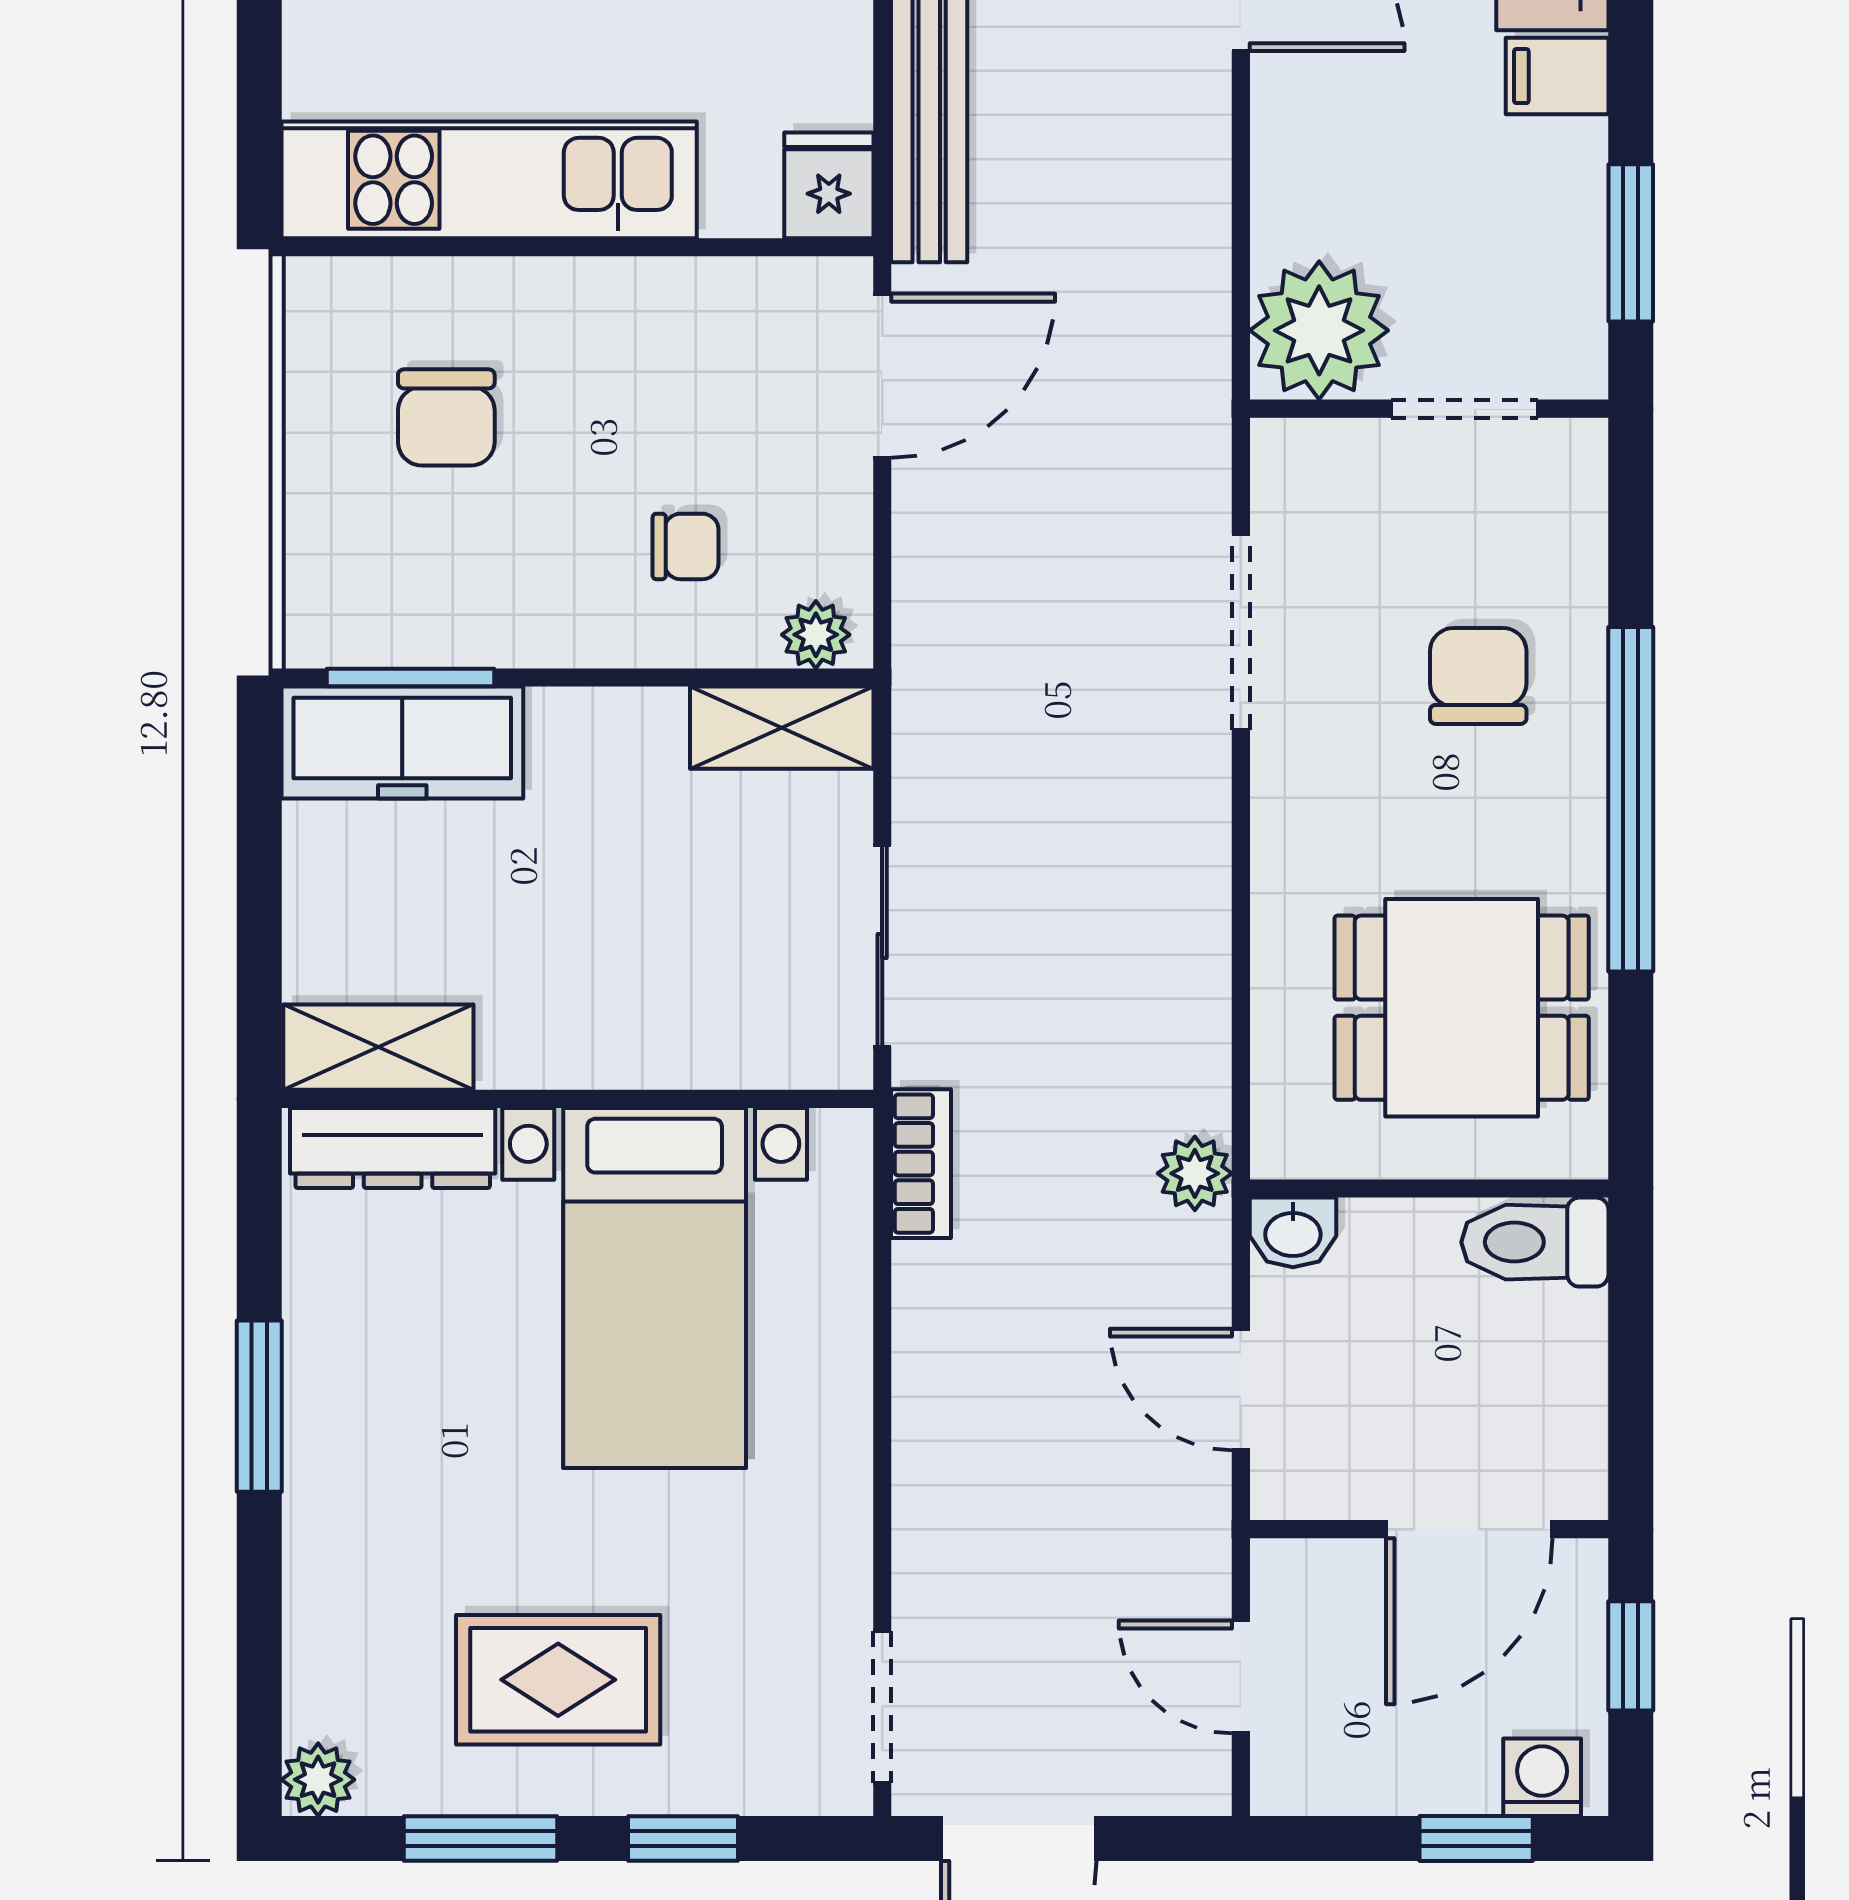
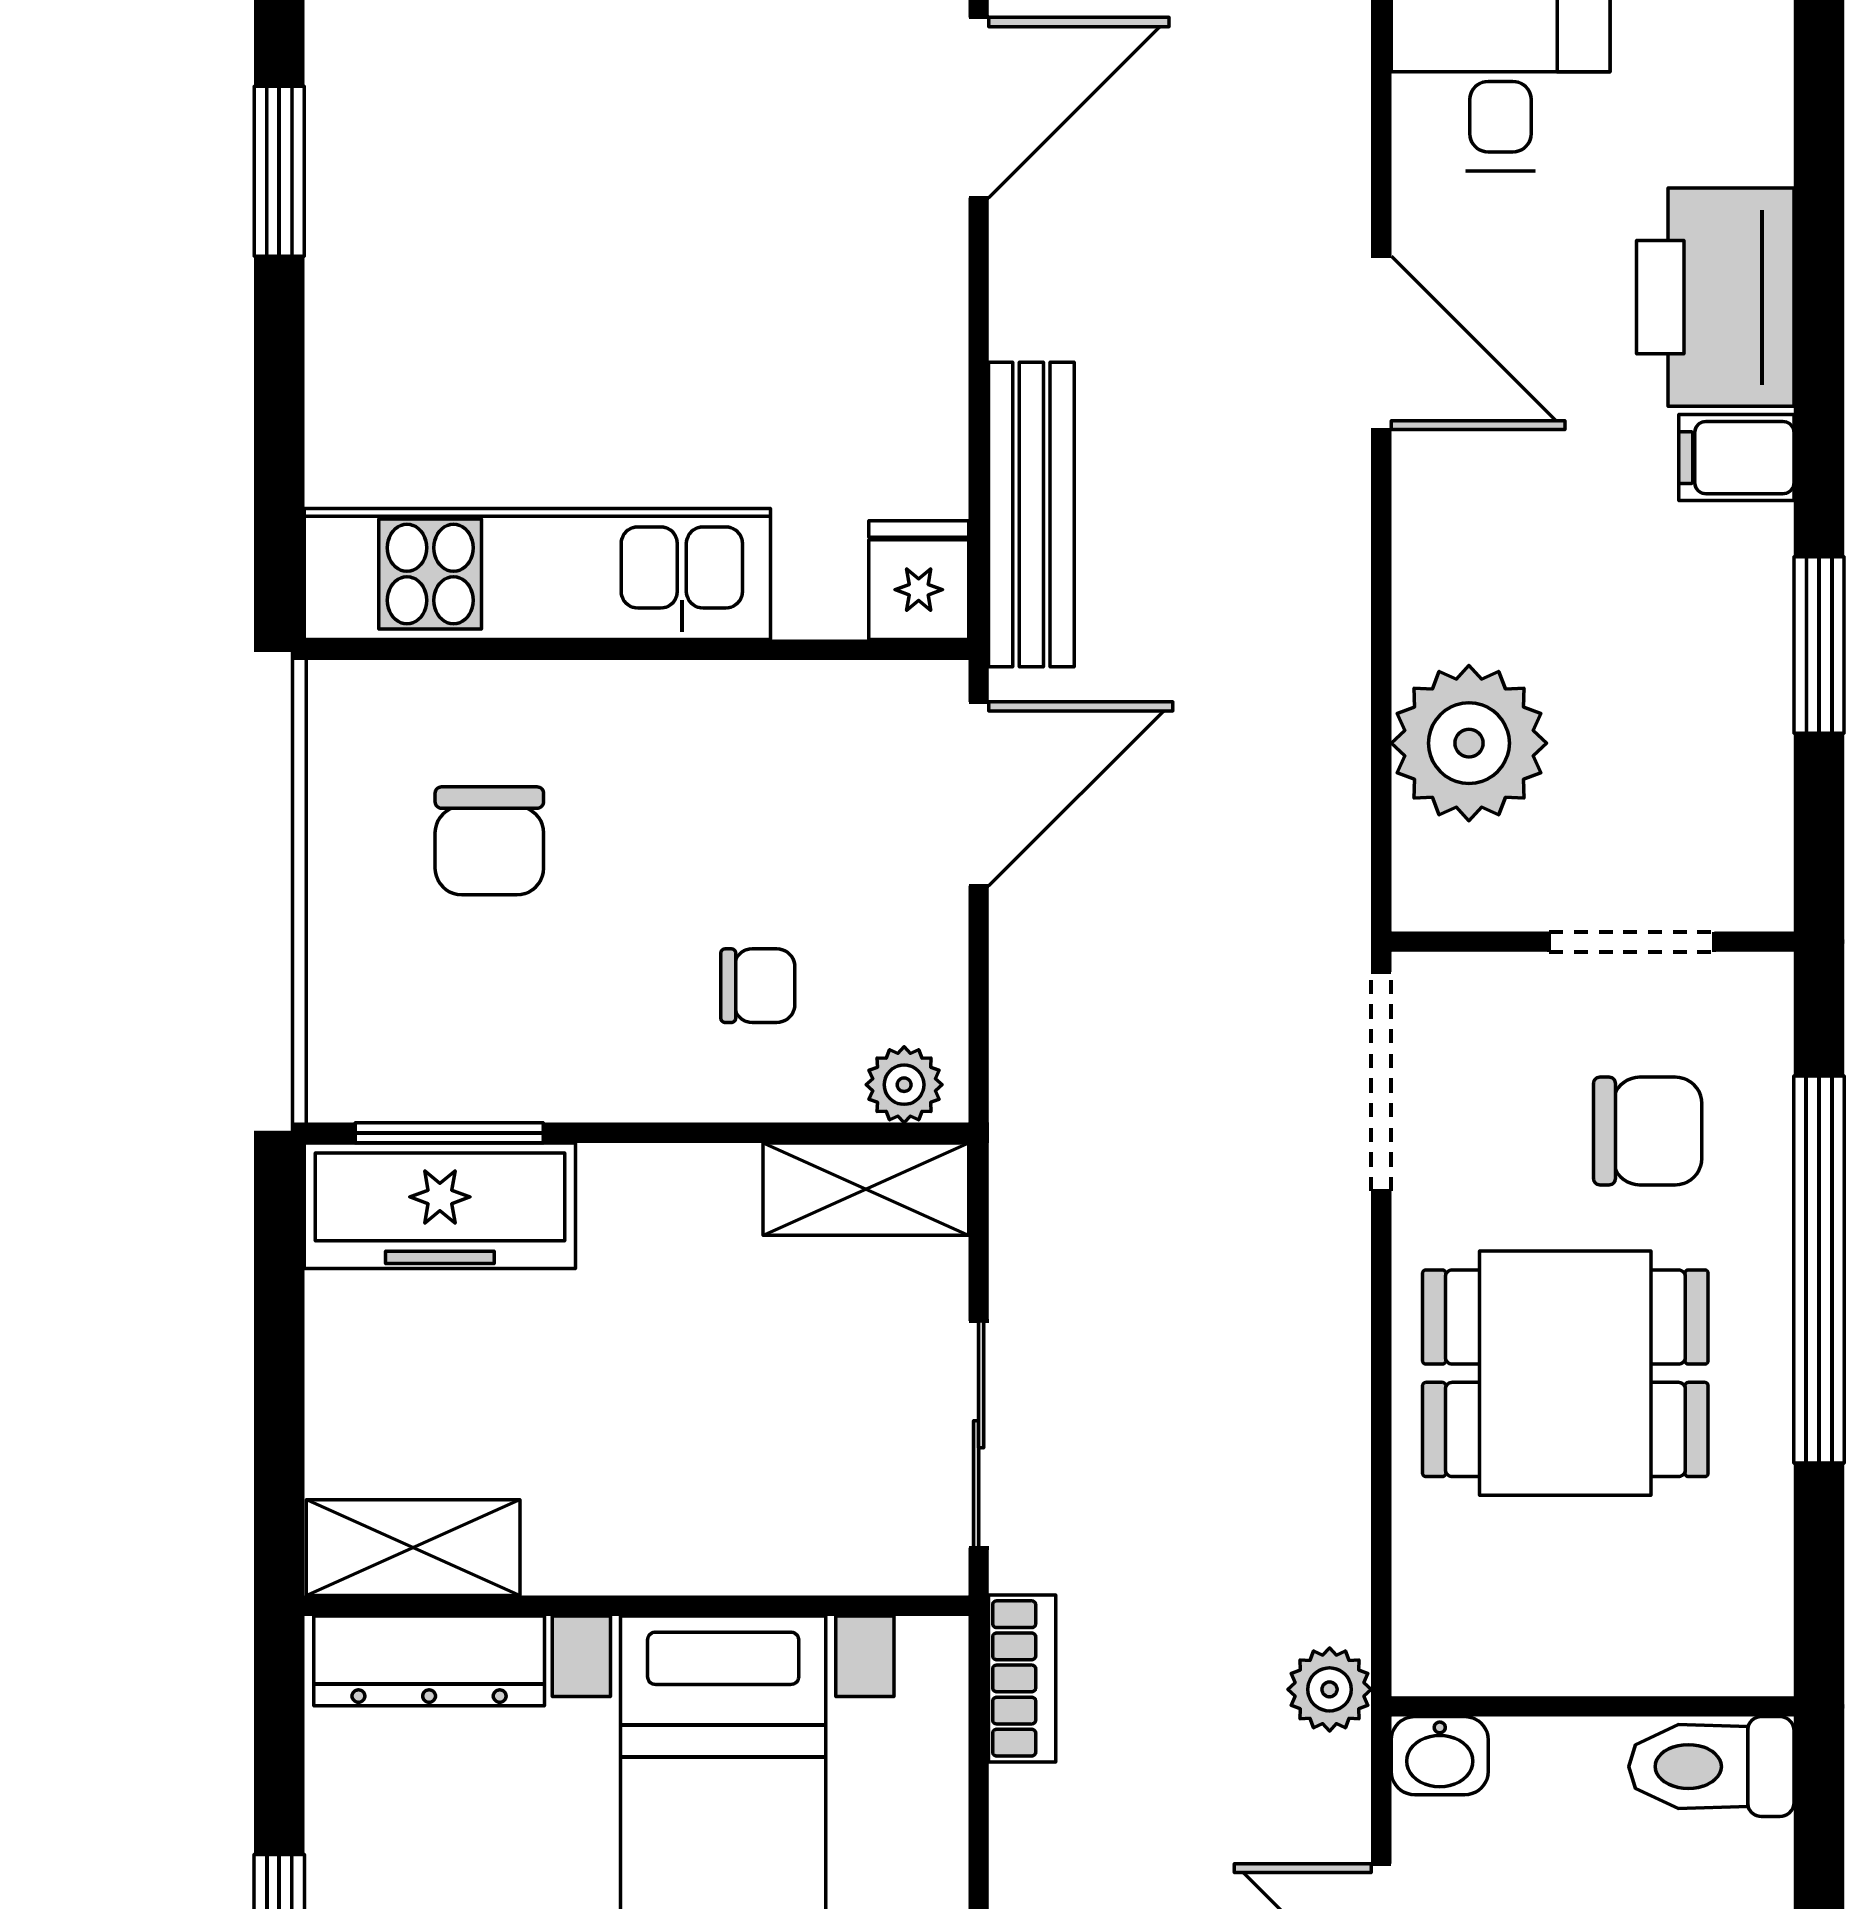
wall: (1429, 409) -> (1593, 942), moved
doorway: (1464, 409) -> (1632, 942), moved
chair: (1478, 676) -> (1648, 1131), turned 90
dining table: (1462, 1008) -> (1565, 1373), moved

